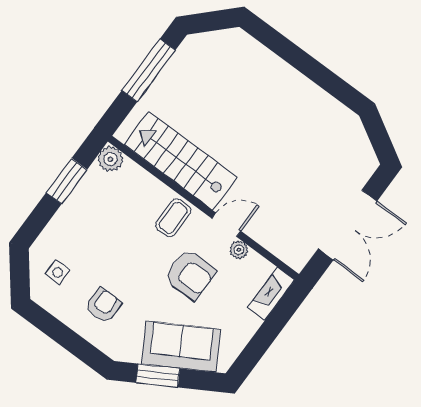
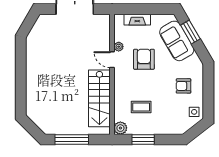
coffee table: (173, 218) -> (141, 107), moved
side table: (58, 272) -> (194, 112), moved
fireplace: (271, 294) -> (137, 20), moved
window: (158, 376) -> (190, 32), moved

